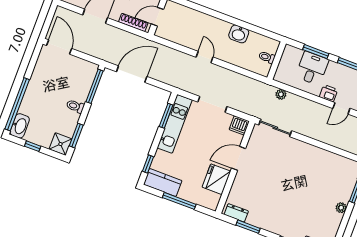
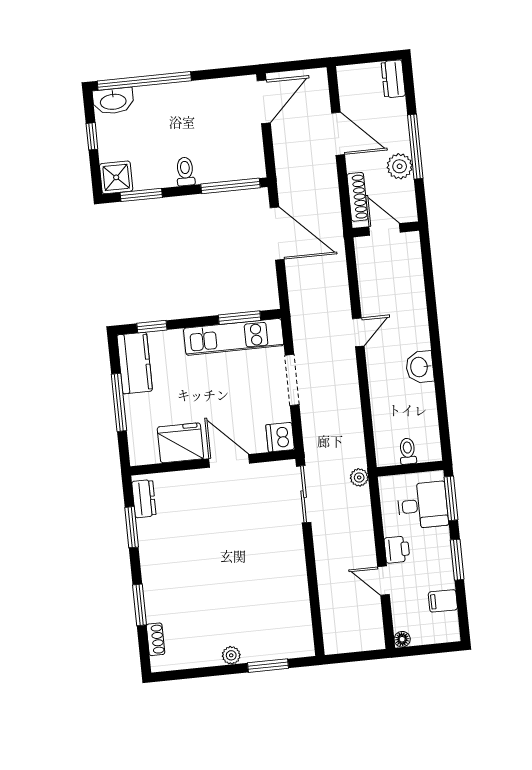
toilet: (267, 57) -> (408, 451), moved
wall: (277, 61) -> (410, 469), moved

